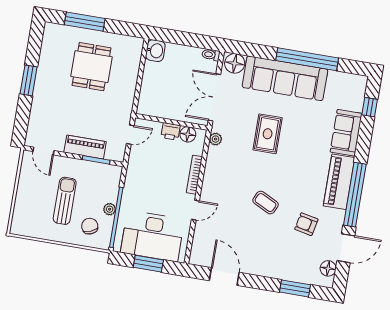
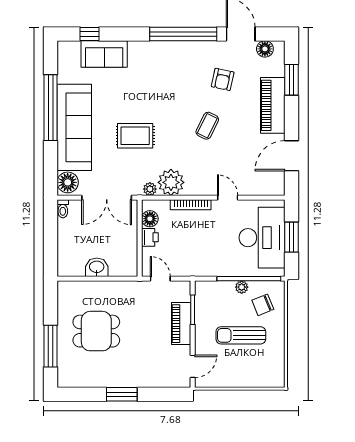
washbasin: (155, 51) -> (97, 267), moved
sofa: (346, 133) -> (104, 54), moved
plant: (218, 160) -> (171, 182), added
piano: (339, 182) -> (273, 105), moved, turned 90

